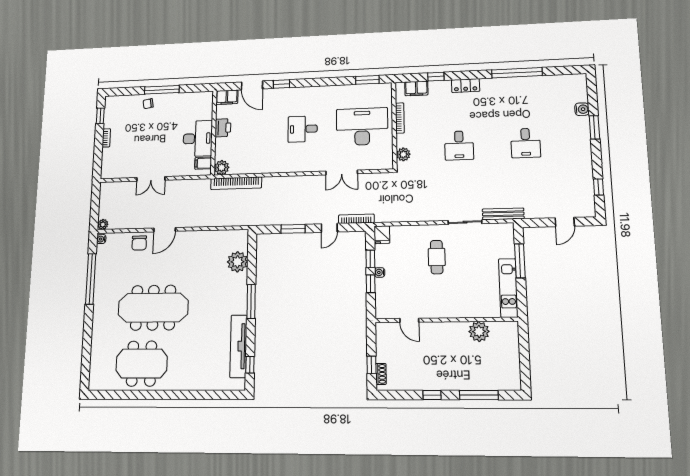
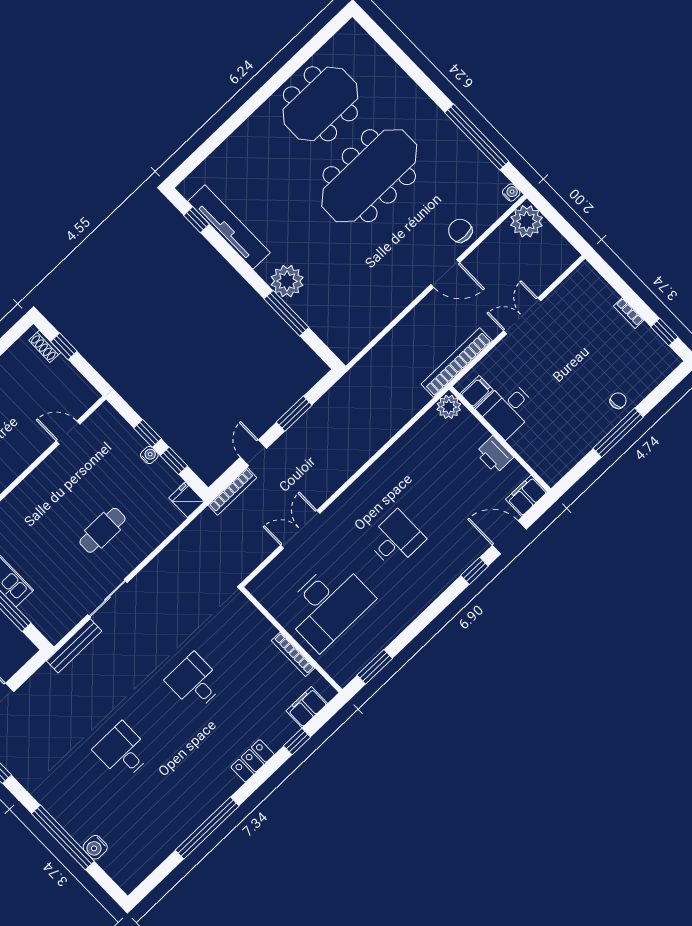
window: (594, 127) -> (63, 837), width x2.11
desk: (198, 138) -> (507, 409), width x0.73
plant: (403, 154) -> (249, 615), removed
bookcase: (236, 183) -> (457, 363), moved
plant: (103, 224) -> (527, 221), width x1.87, depth x1.87
door: (165, 230) -> (445, 274), swing flipped
cafe table: (437, 257) -> (102, 530), turned 90
plant: (237, 262) -> (287, 281), moved
window: (251, 301) -> (286, 313), moved

